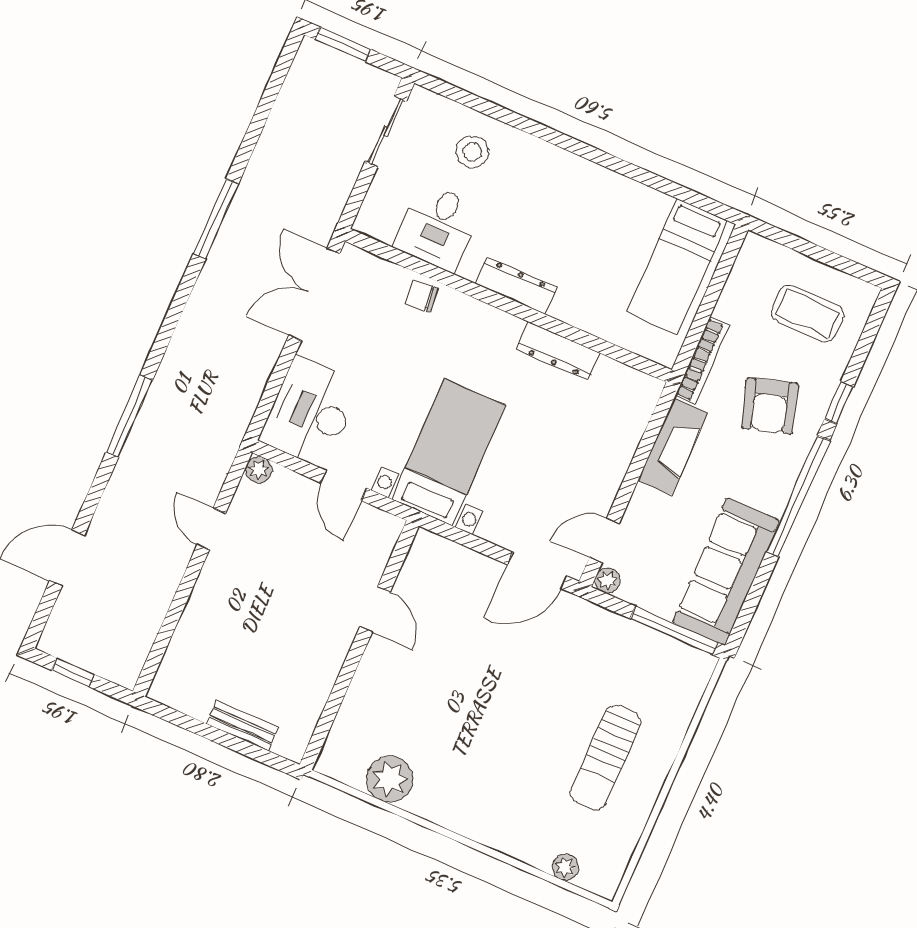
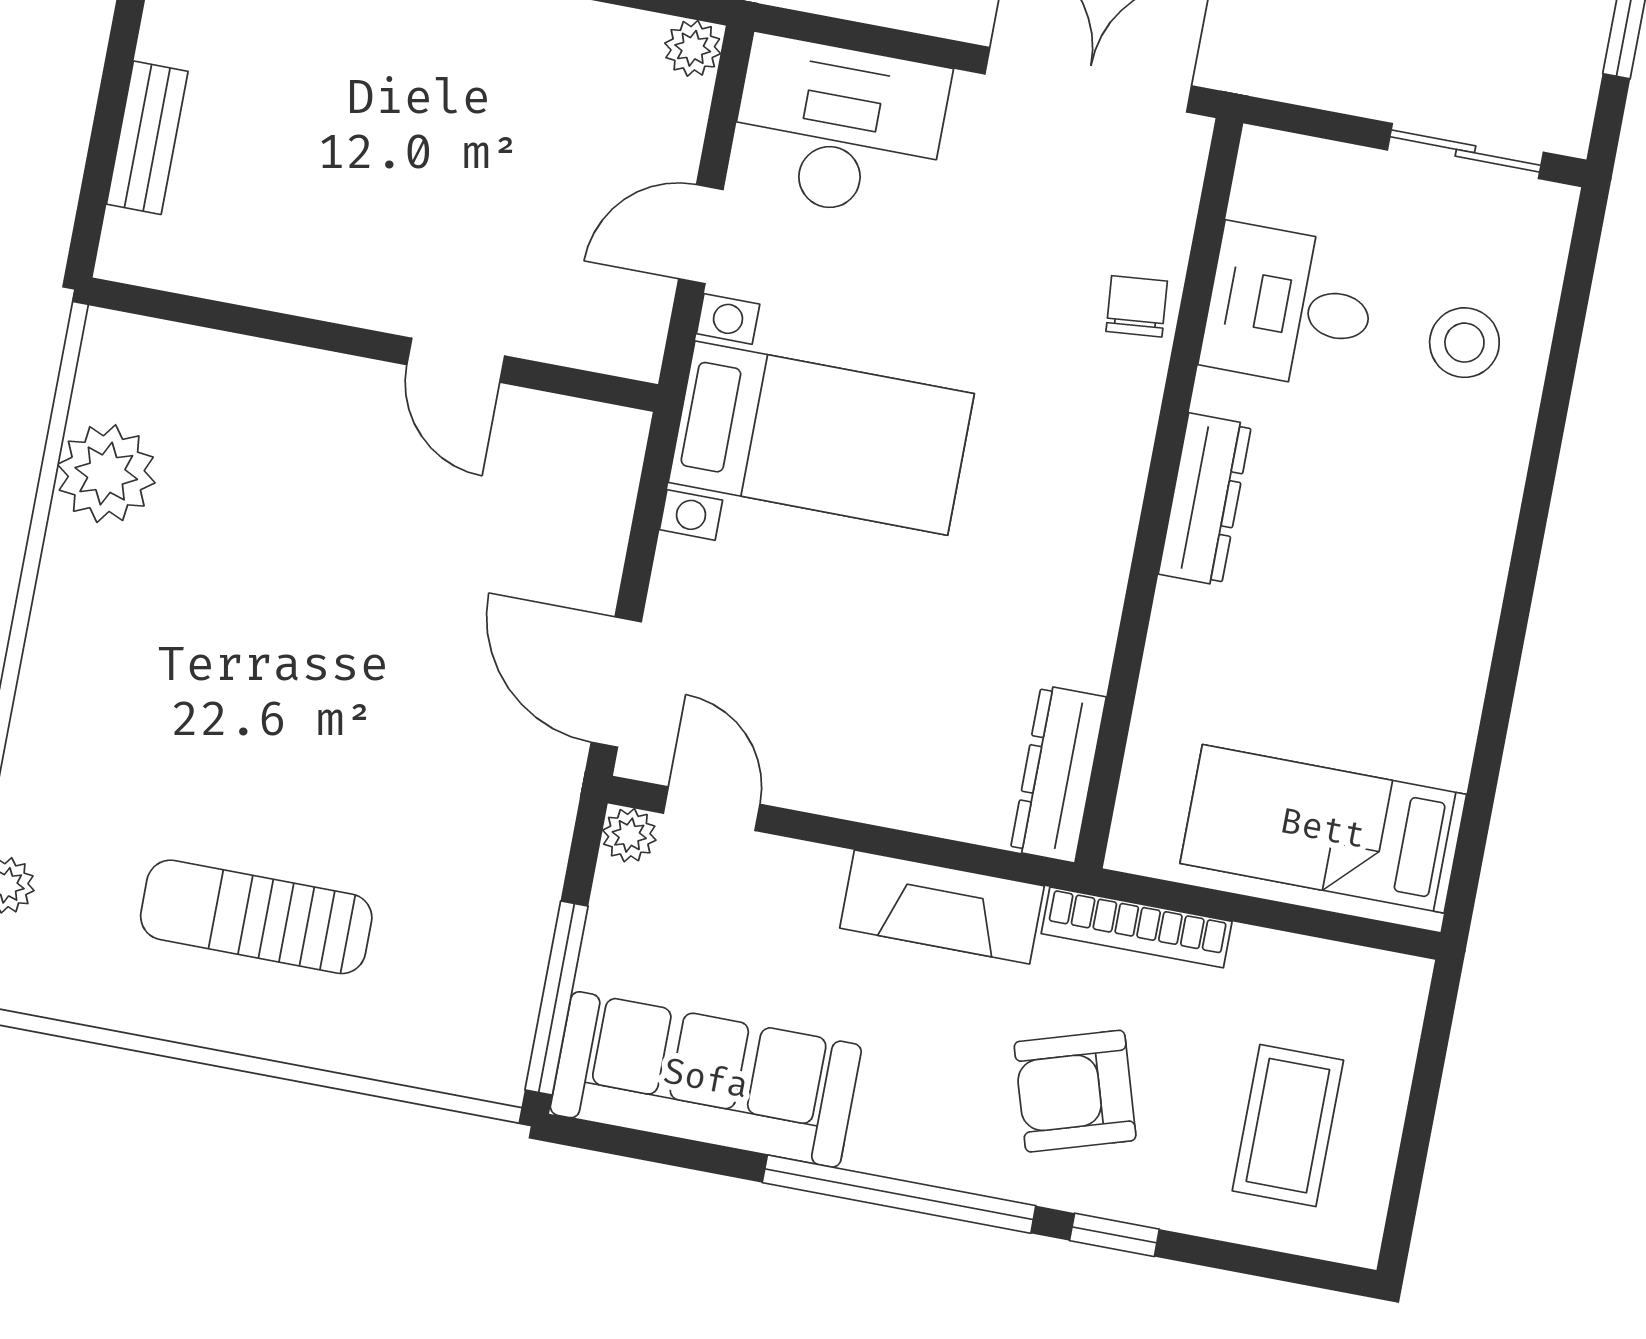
dresser: (558, 351) -> (1058, 774), moved
door: (375, 609) -> (456, 360), hinge flipped

